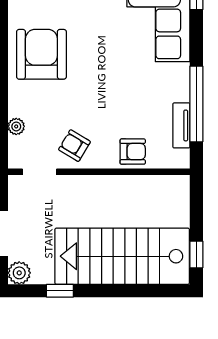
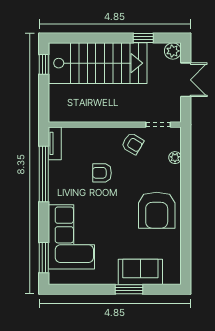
tv unit: (181, 125) -> (55, 143), moved
armchair: (133, 152) -> (102, 173), moved

